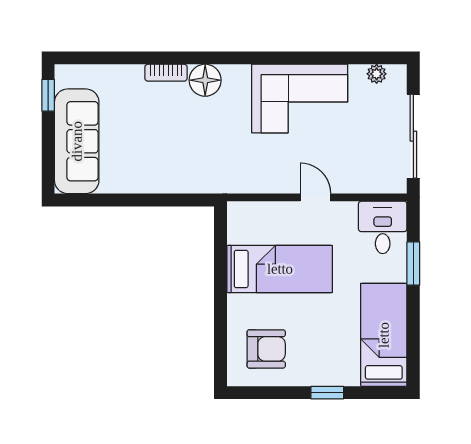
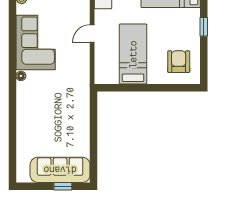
bookcase: (166, 73) -> (21, 119), removed
floor lamp: (205, 80) -> (21, 76), moved, width x0.53, depth x0.53
window: (48, 95) -> (63, 186), moved

